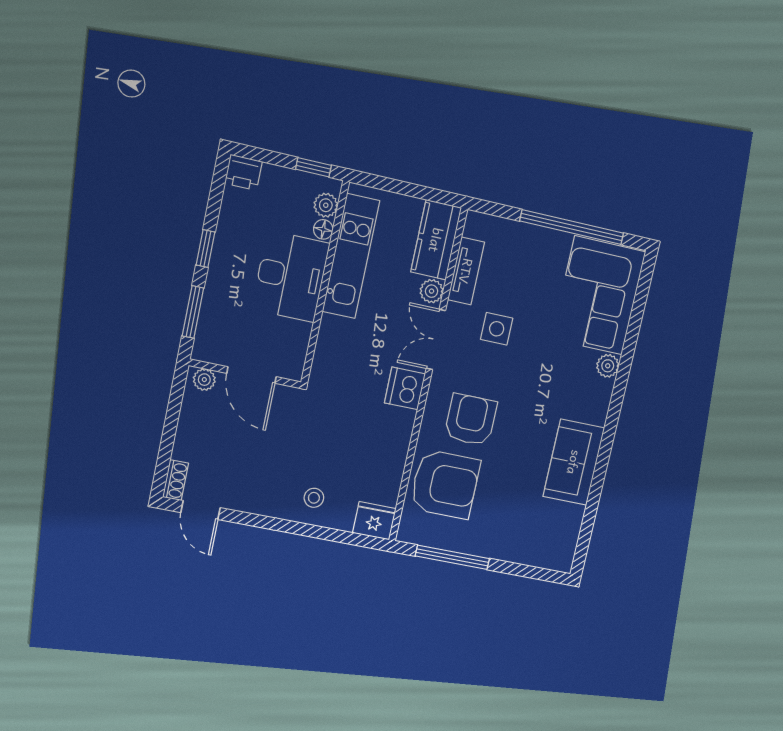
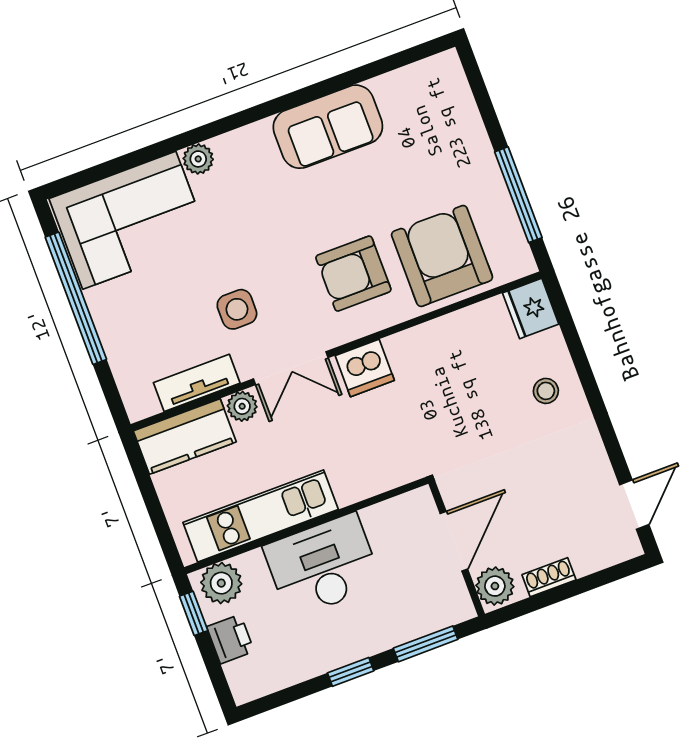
printer: (243, 172) -> (230, 639), moved
plant: (326, 205) -> (221, 583), width x1.38, depth x1.38
floor lamp: (323, 229) -> (252, 563), removed
plant: (204, 380) -> (495, 586), width x1.38, depth x1.38
shoe rack: (175, 480) -> (549, 577), moved

